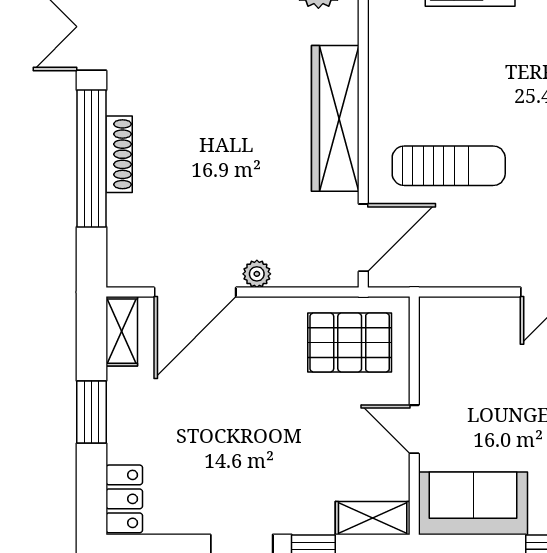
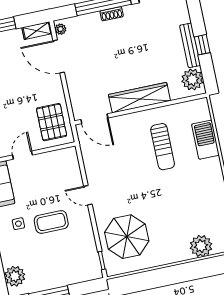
shoe rack: (119, 154) -> (112, 14), width x0.70
sun lounger: (449, 166) -> (163, 147), moved
plant: (257, 274) -> (60, 29), moved

